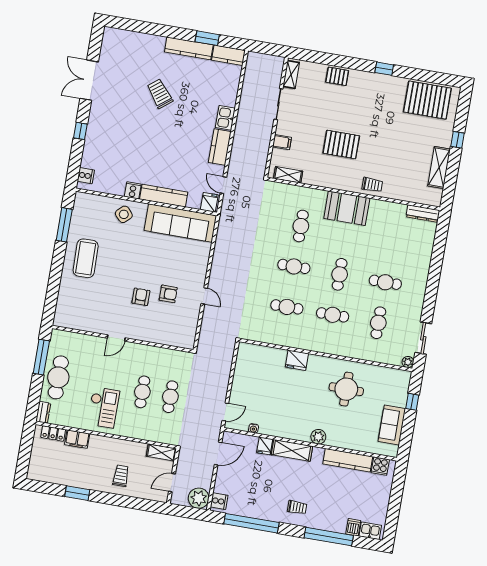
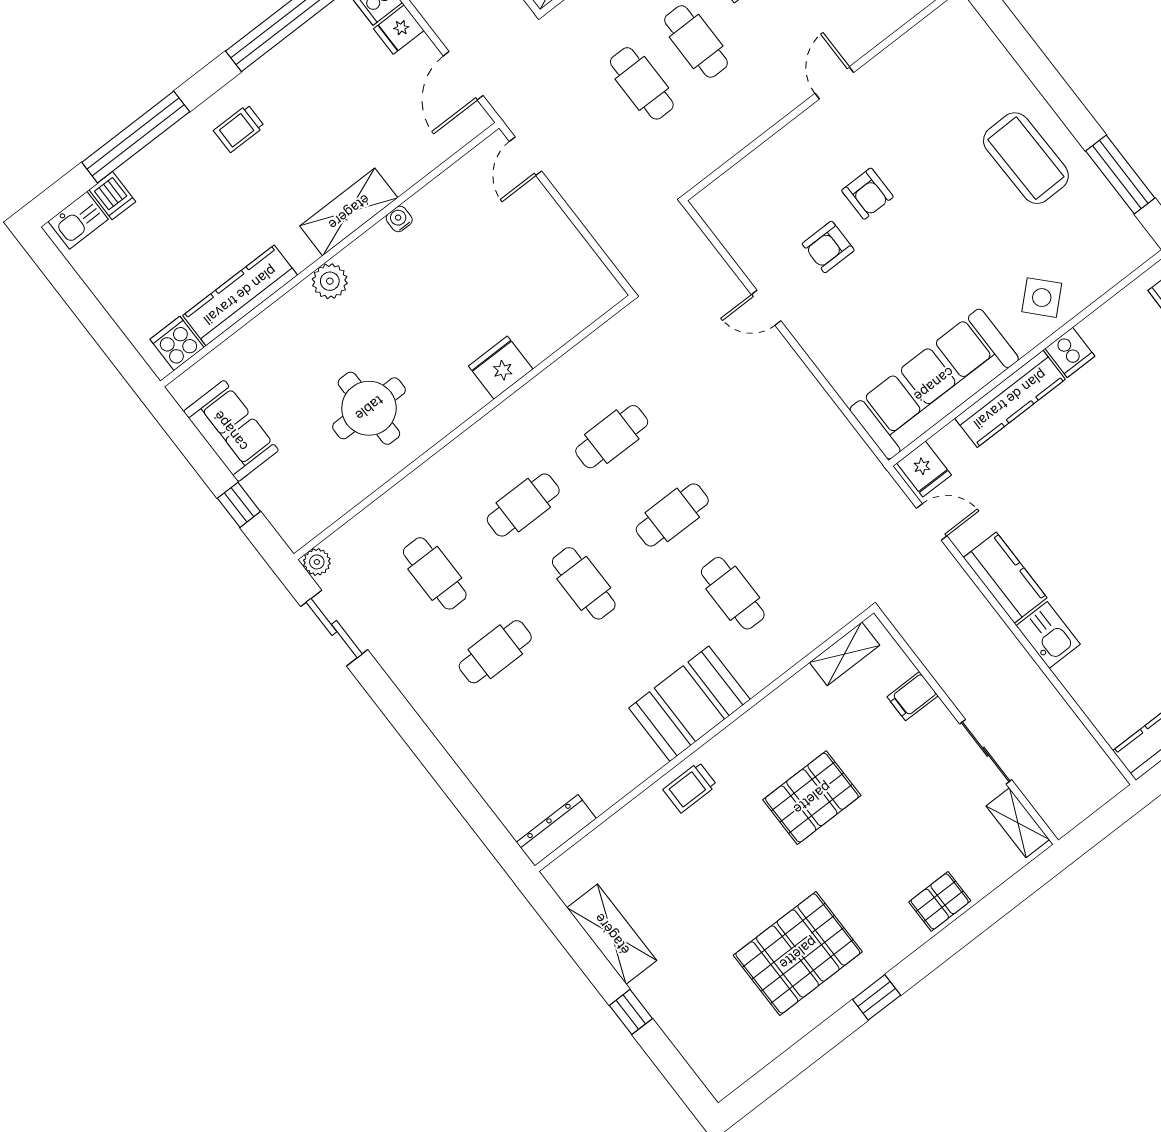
pallet: (427, 100) -> (798, 953), moved
water cooler: (253, 428) -> (399, 219), moved
fridge: (265, 446) -> (399, 30), moved, turned -90

